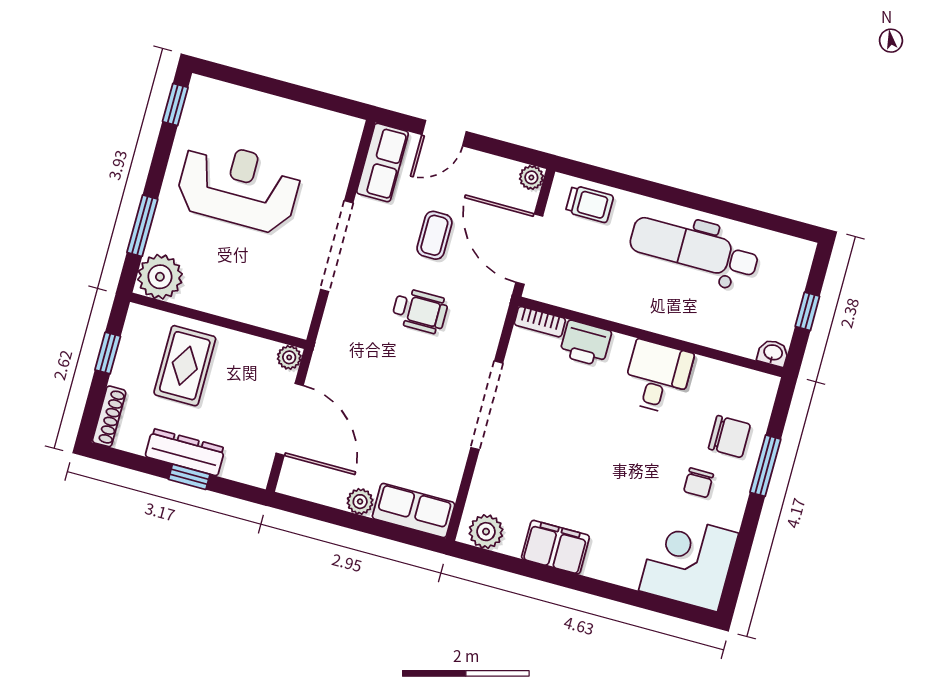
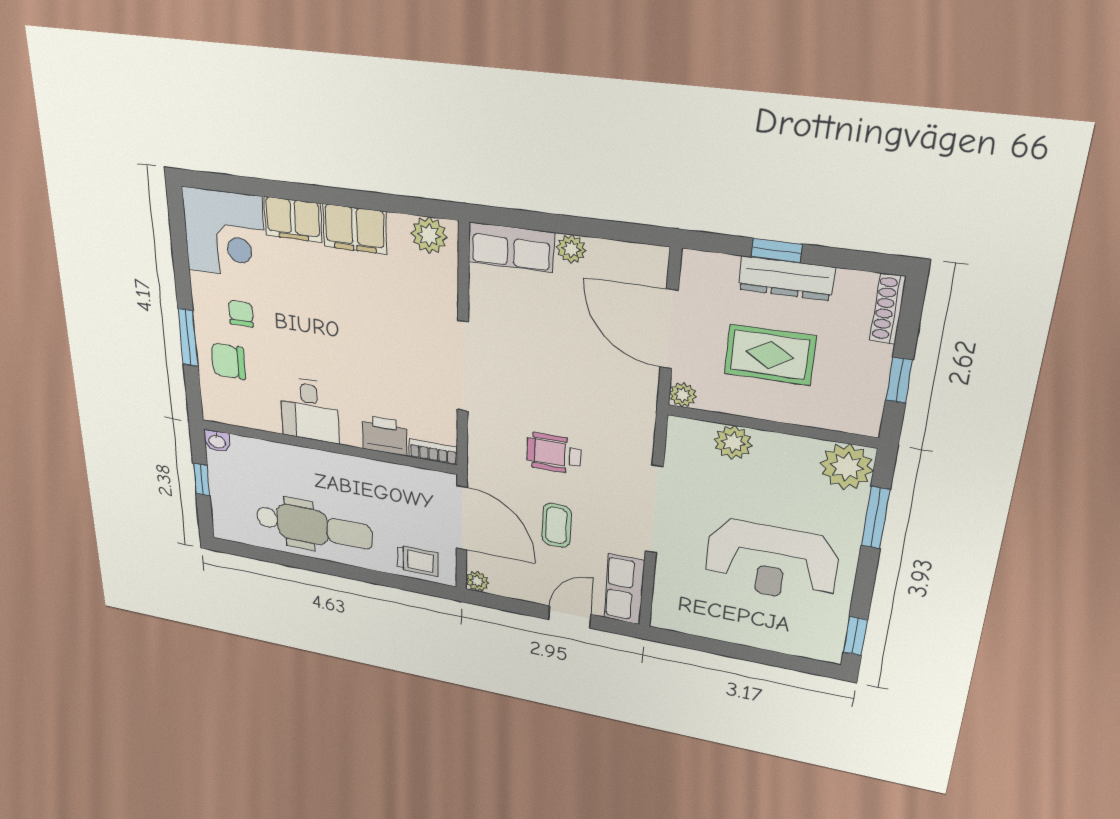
trolley: (590, 204) -> (418, 561), turned 180
plant: (253, 308) -> (733, 442), added
rug: (185, 366) -> (770, 355), moved, turned 90
filing cabinet: (614, 565) -> (293, 219), added

